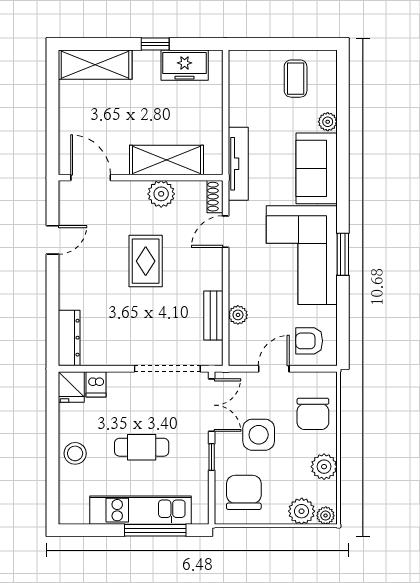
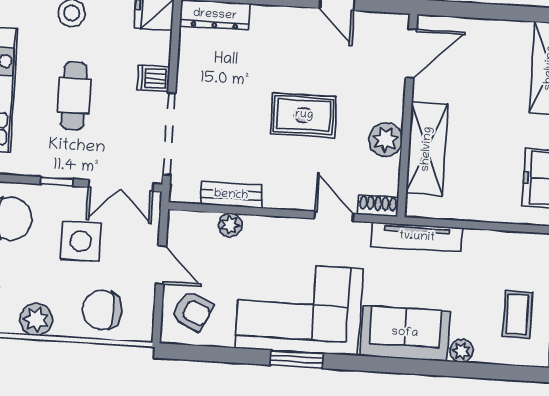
coffee table: (296, 79) -> (517, 314), turned 90
armchair: (309, 341) -> (192, 311), turned 115
dishwasher: (96, 384) -> (153, 78), moved

